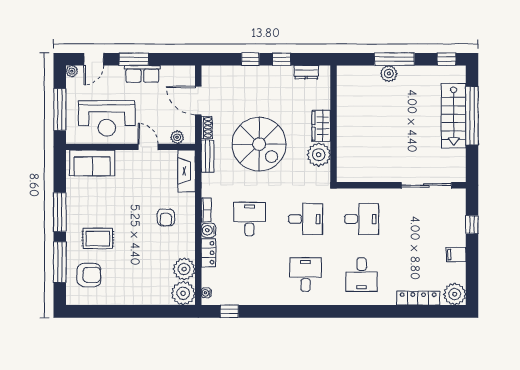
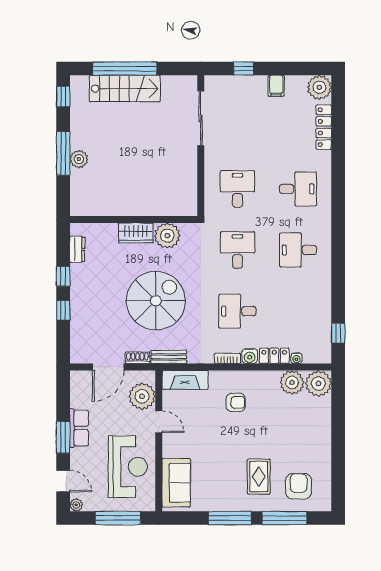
plant: (177, 137) -> (142, 396), width x1.87, depth x1.87
door: (148, 147) -> (159, 422), swing flipped
water cooler: (206, 293) -> (296, 358), moved

